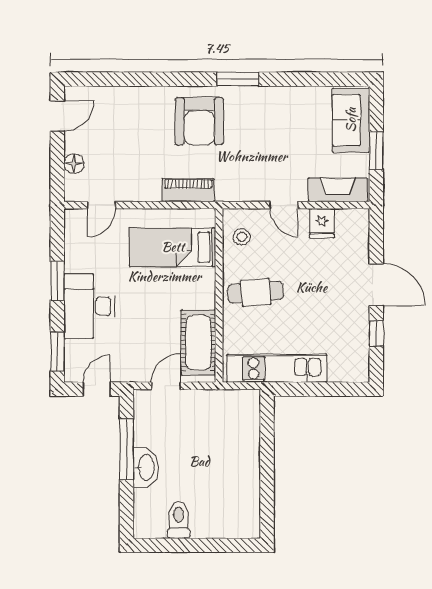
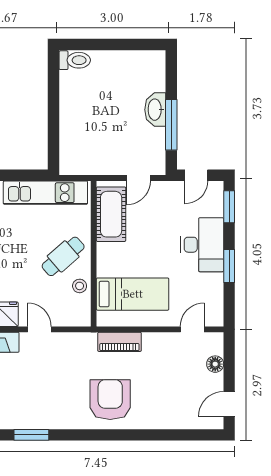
window: (238, 79) -> (31, 435), moved
stool: (242, 237) -> (80, 286), moved
cafe table: (256, 292) -> (63, 256), turned -37
toilet: (179, 520) -> (75, 60), moved, turned -90

